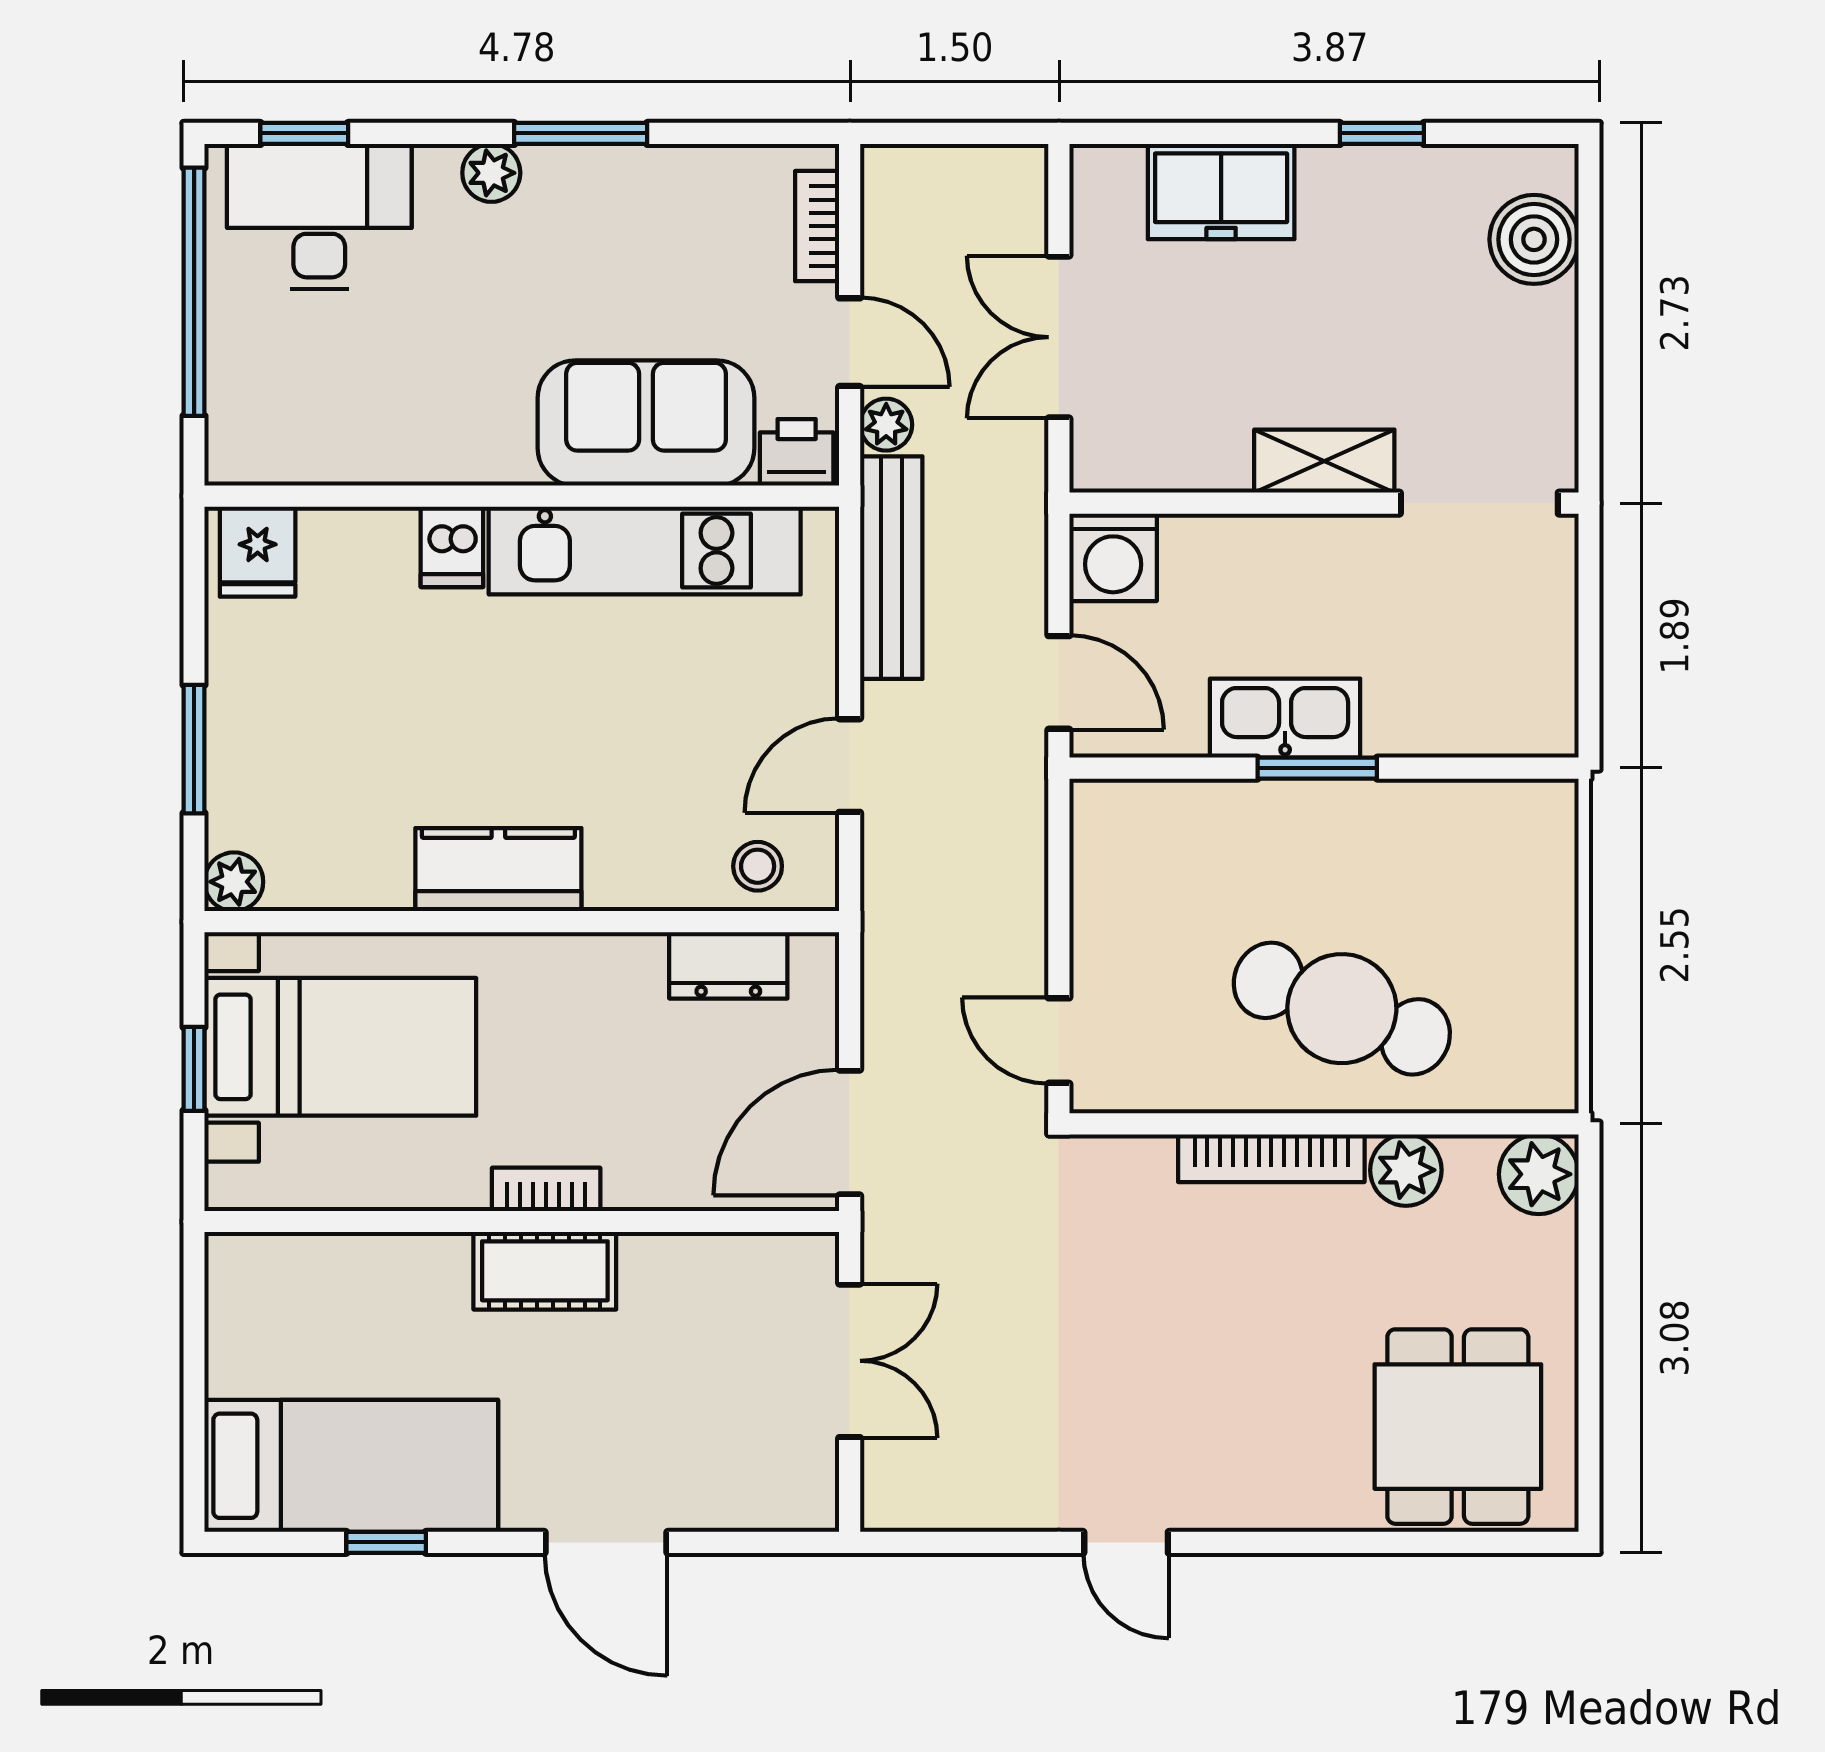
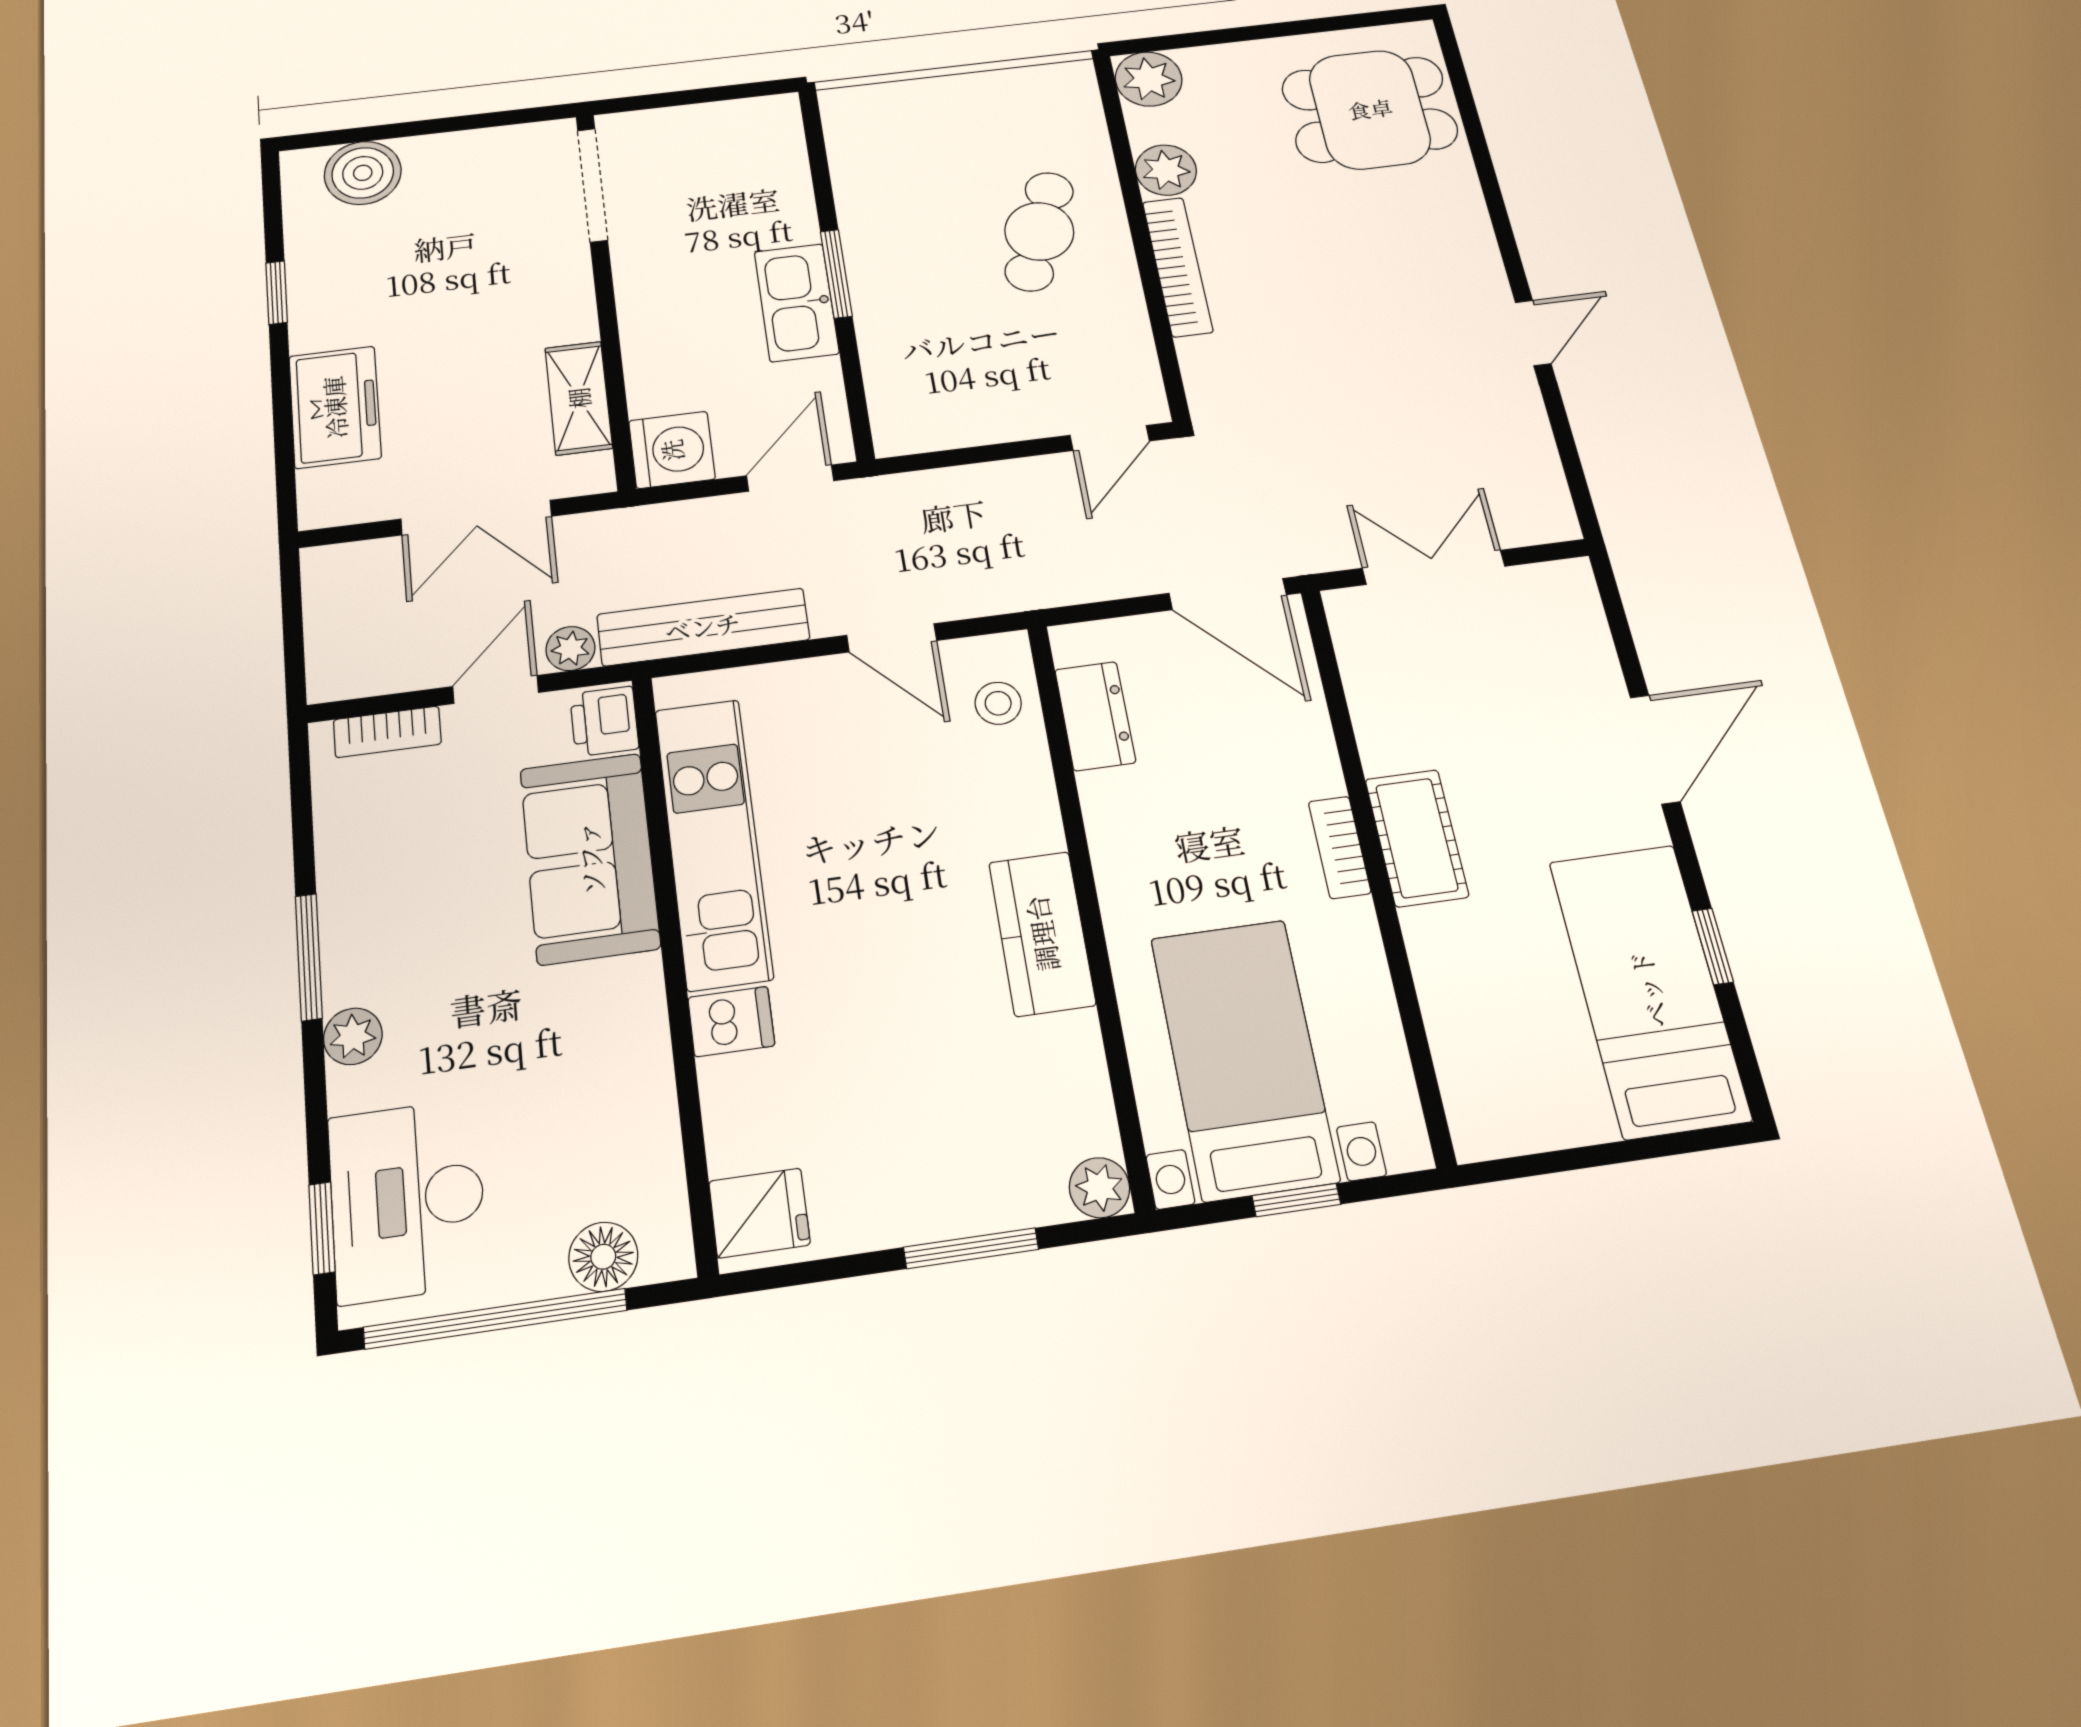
floor lamp: (238, 399) -> (603, 1257), added
shelving: (1324, 461) -> (579, 398), moved
cafe table: (1342, 1009) -> (1039, 231), width x0.73, depth x0.74

